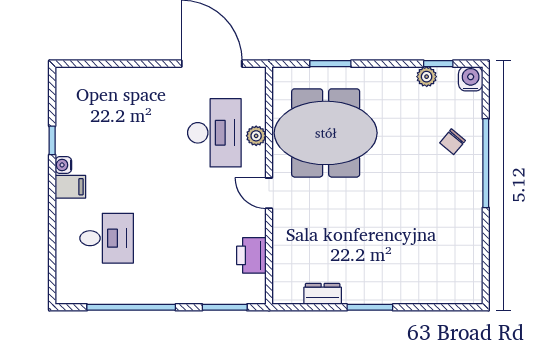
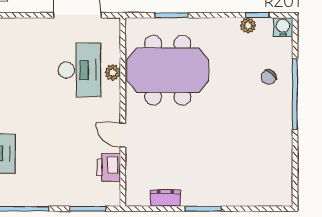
door: (269, 193) -> (123, 135), moved

